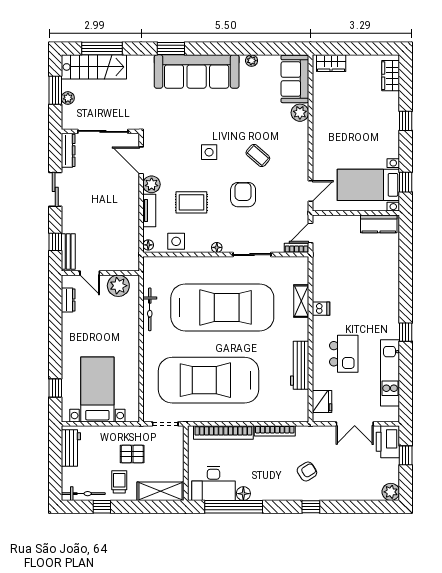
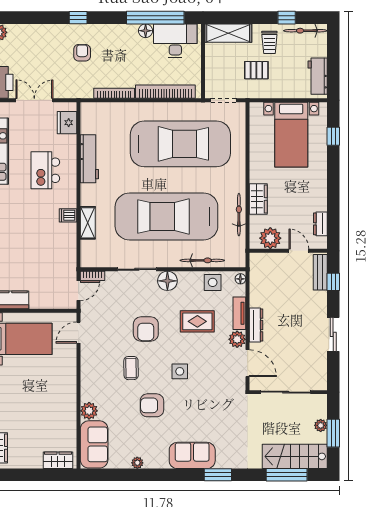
sofa: (197, 72) -> (192, 455), width x0.54, depth x0.79
armchair: (237, 118) -> (152, 405), added
dresser: (68, 150) -> (256, 325), moved, turned 180
coffee table: (258, 156) -> (131, 368), turned 48
floor lamp: (217, 247) -> (167, 281), width x1.89, depth x1.89
bicycle: (186, 263) -> (202, 260), added
wardrobe: (130, 325) -> (258, 199), added
armchair: (307, 471) -> (82, 53), turned 122

